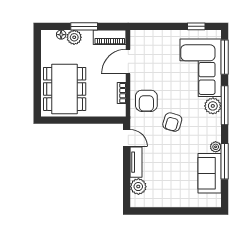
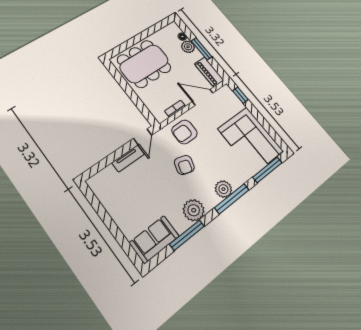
window: (196, 26) -> (240, 95), moved
corner sofa: (201, 68) -> (251, 140), moved, turned -90
armchair: (172, 122) -> (184, 165), turned -89
plant: (216, 147) -> (194, 210), width x1.88, depth x1.88
sofa: (210, 173) -> (154, 239), moved
plant: (138, 187) -> (108, 175), removed

